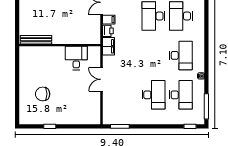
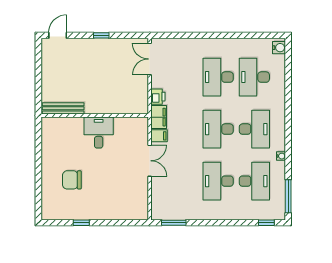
filing cabinet: (109, 20) -> (159, 136), moved
desk: (153, 55) -> (218, 129), added
desk: (76, 58) -> (99, 132), moved
double door: (101, 79) -> (150, 161), swing flipped
desk: (153, 95) -> (218, 181), turned 180

